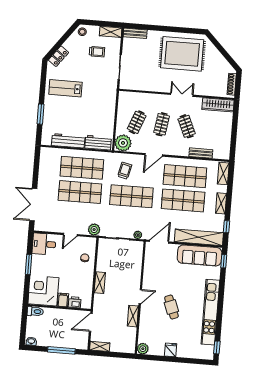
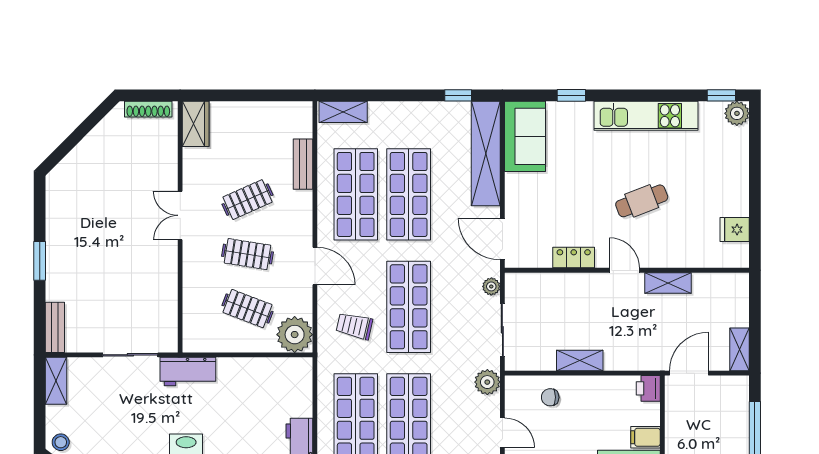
window: (166, 29) -> (40, 261), added
trolley: (97, 52) -> (101, 407), removed
rug: (182, 54) -> (91, 222), removed
wardrobe: (218, 105) -> (196, 124), width x0.67
workbench: (98, 143) -> (188, 371), moved, turned -90
shelving: (221, 203) -> (408, 111), removed
sofa: (200, 255) -> (525, 136), width x0.73
window: (224, 261) -> (571, 95), moved
locker: (148, 274) -> (574, 258), added
shelving: (100, 283) -> (580, 360), moved
printer: (75, 302) -> (648, 388), moved
kitchen unit: (210, 312) -> (646, 116), width x0.73
door: (91, 322) -> (689, 373), swing flipped
plant: (143, 349) -> (737, 113), moved
fridge: (171, 350) -> (735, 230), moved

